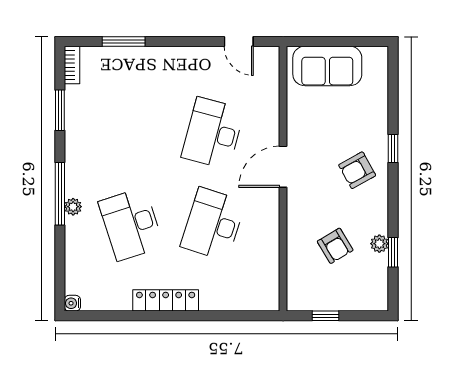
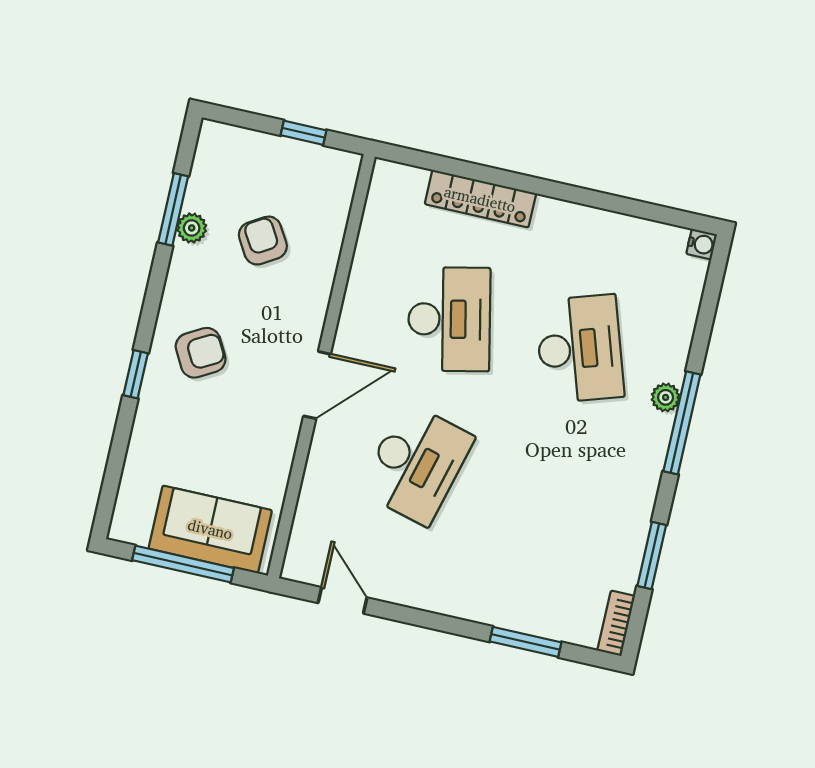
window: (339, 41) -> (183, 564), added
desk: (213, 224) -> (449, 319), turned -30
window: (393, 252) -> (173, 209), width x1.50
locker: (166, 300) -> (480, 199), moved

